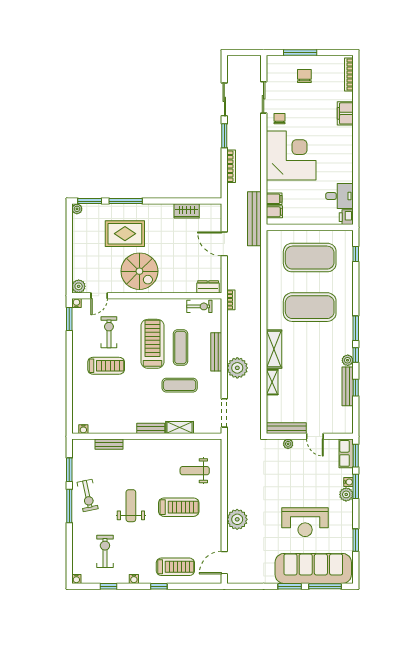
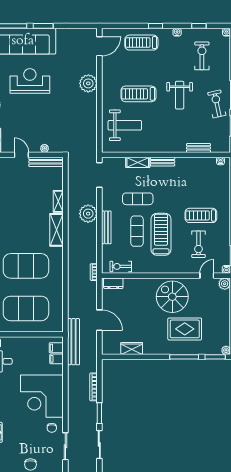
treadmill: (153, 344) -> (161, 234), turned 180
weight bench: (195, 471) -> (125, 125), width x1.36, depth x1.33
exercise bike: (105, 551) -> (202, 56), turned 180

